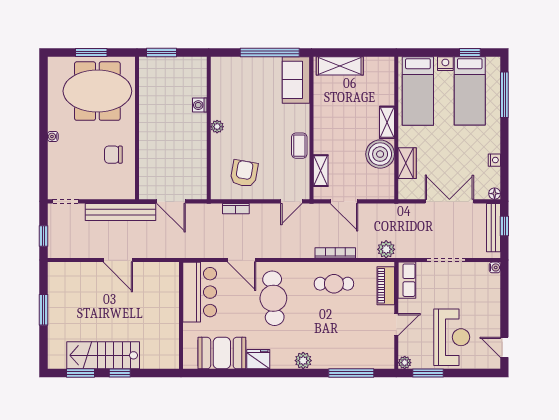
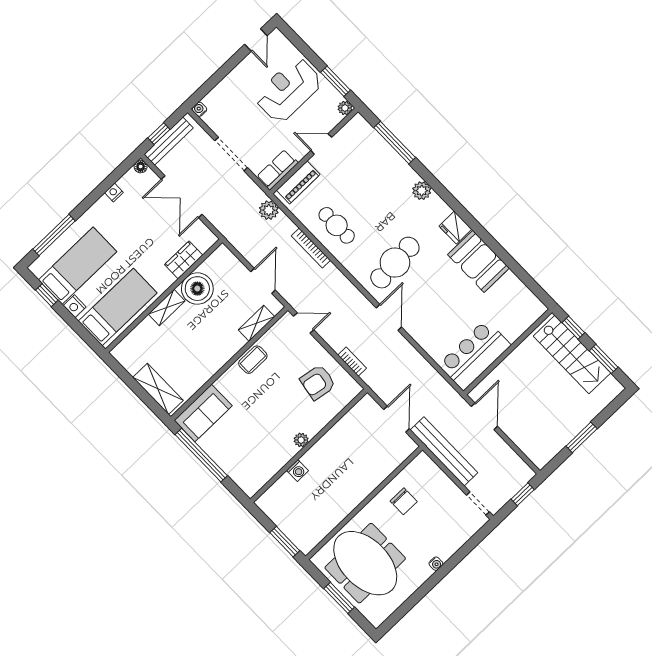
bar counter: (200, 292) -> (475, 355), moved
wall: (181, 315) -> (508, 352), moved

